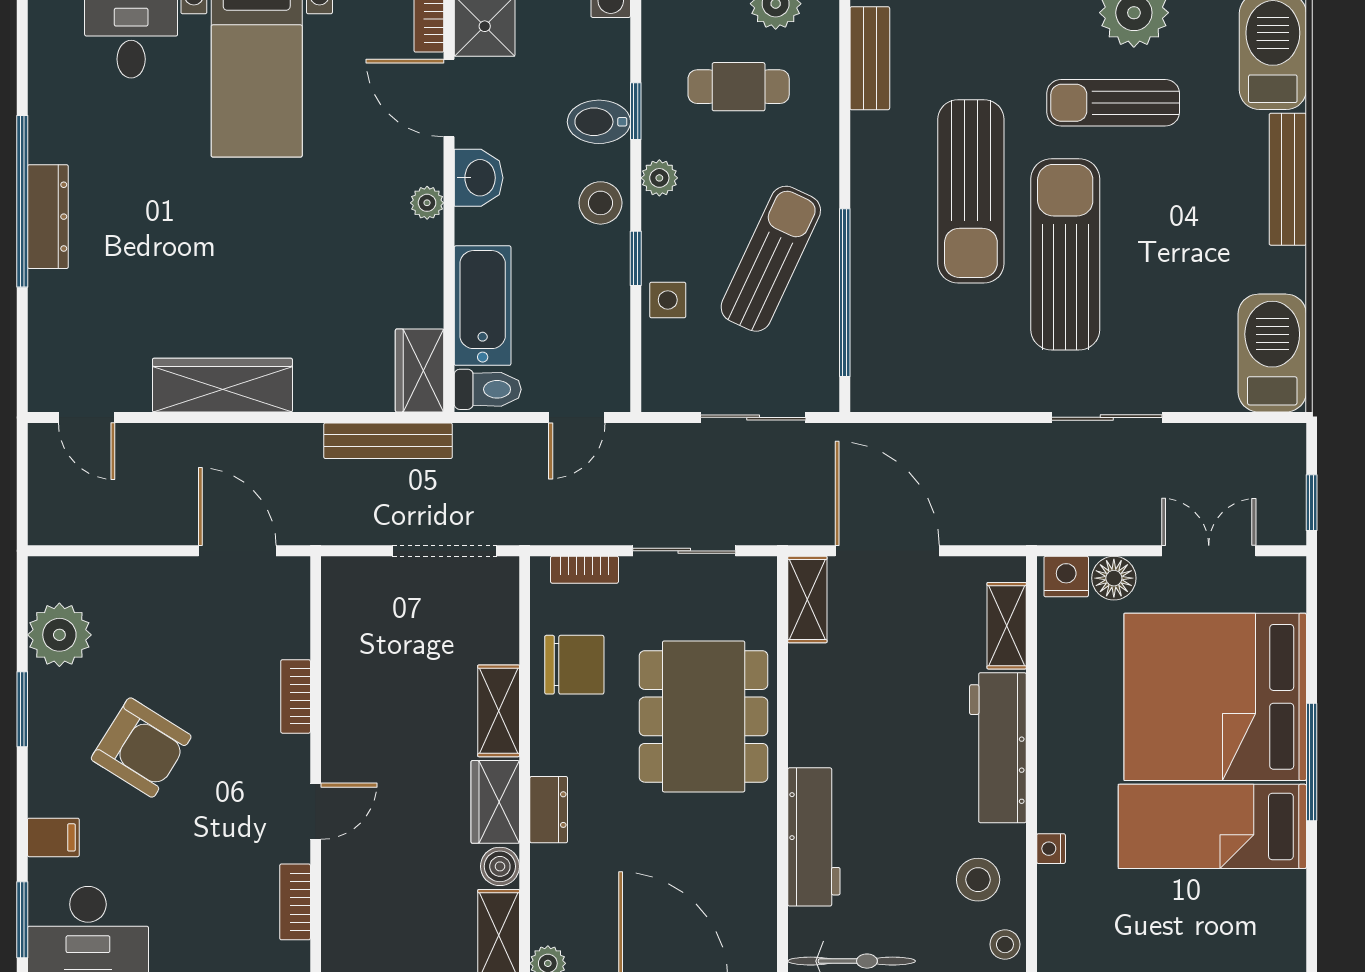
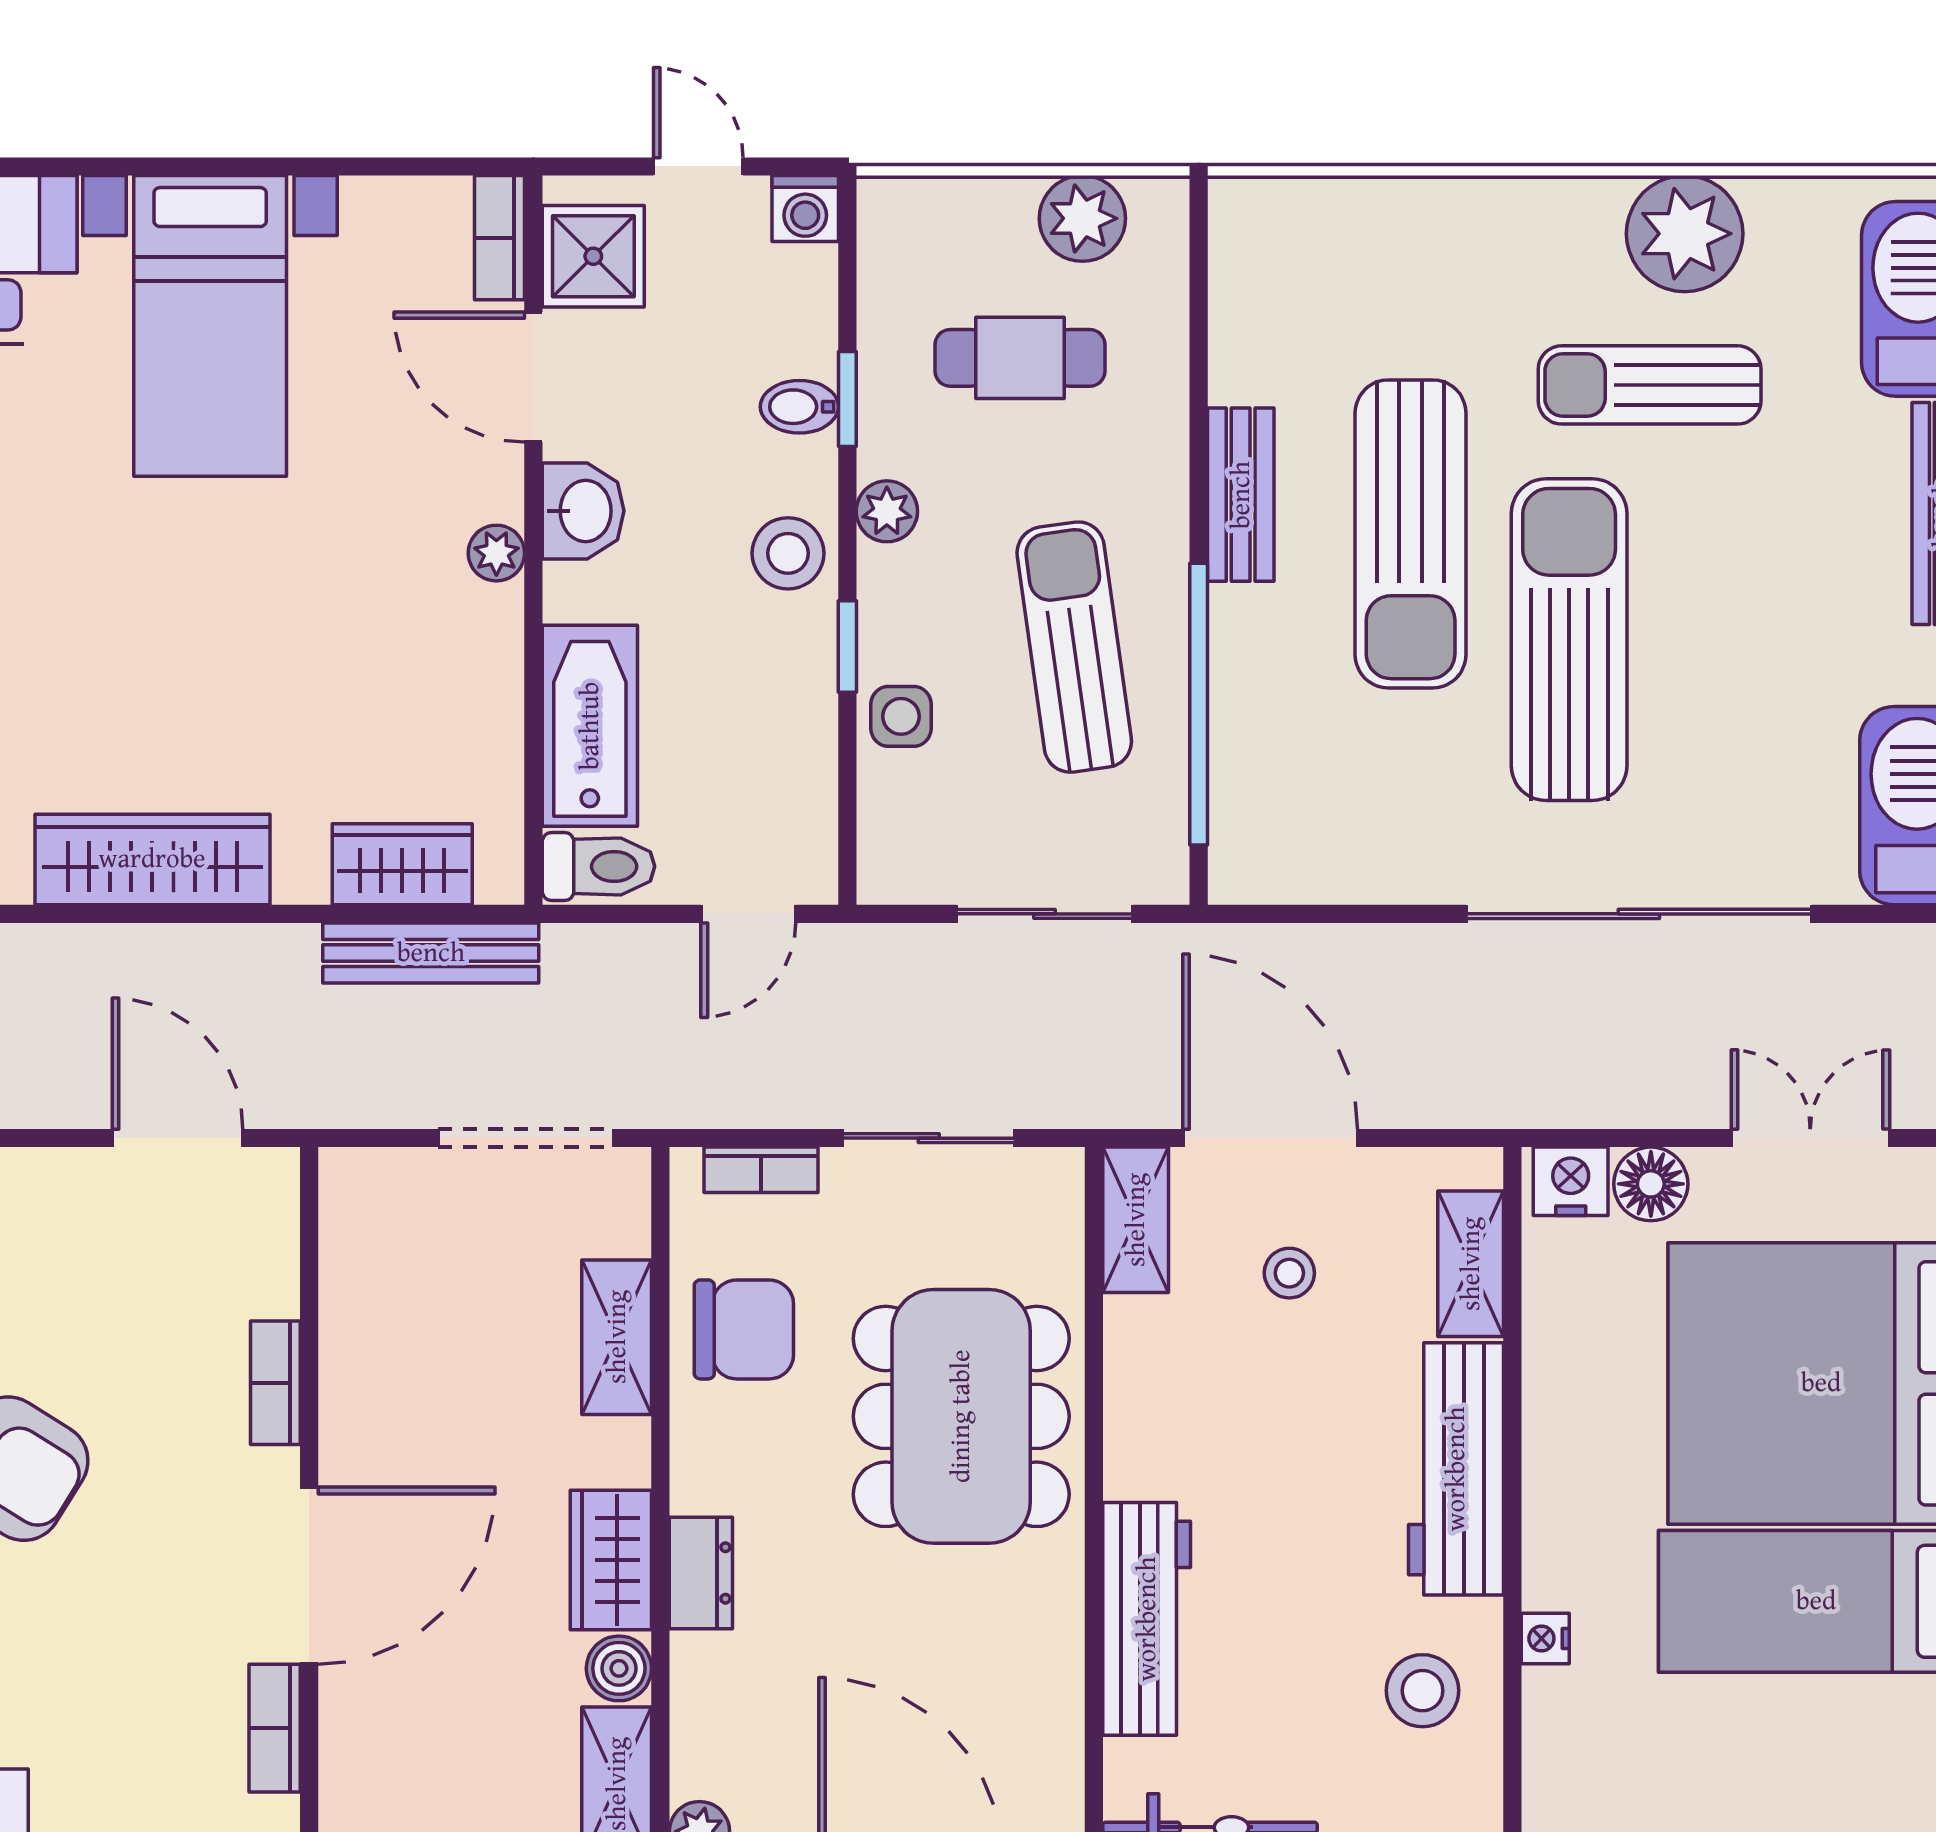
bench: (870, 58) -> (1241, 495), moved
bidet: (599, 122) -> (799, 407), width x0.72, depth x0.74
sun lounger: (771, 259) -> (1074, 647), turned -33
wardrobe: (420, 370) -> (402, 864), moved, turned 90
sliding door: (1107, 417) -> (1639, 914), width x1.86
shelving: (499, 711) -> (617, 1337), moved
door: (316, 811) -> (309, 1576), width x1.87
stool: (1005, 944) -> (1289, 1273), moved

